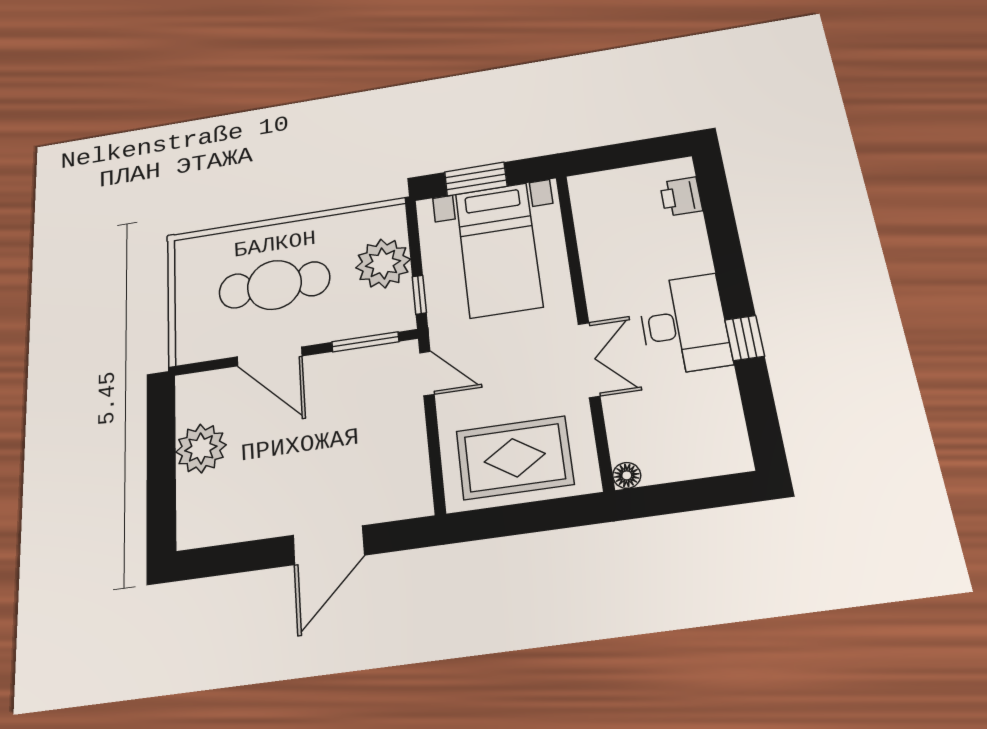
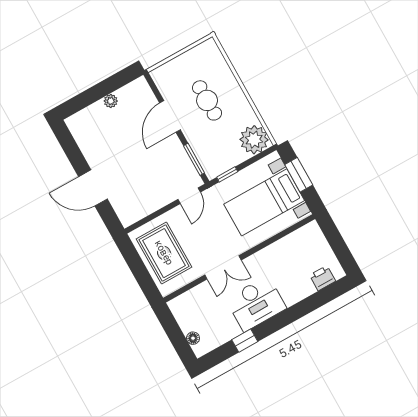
plant: (383, 263) -> (254, 140), moved
cafe table: (274, 285) -> (207, 100), width x0.73, depth x0.74
window: (745, 338) -> (245, 341), moved
plant: (201, 448) -> (111, 101), width x0.53, depth x0.53
floor lamp: (627, 475) -> (193, 338), moved

